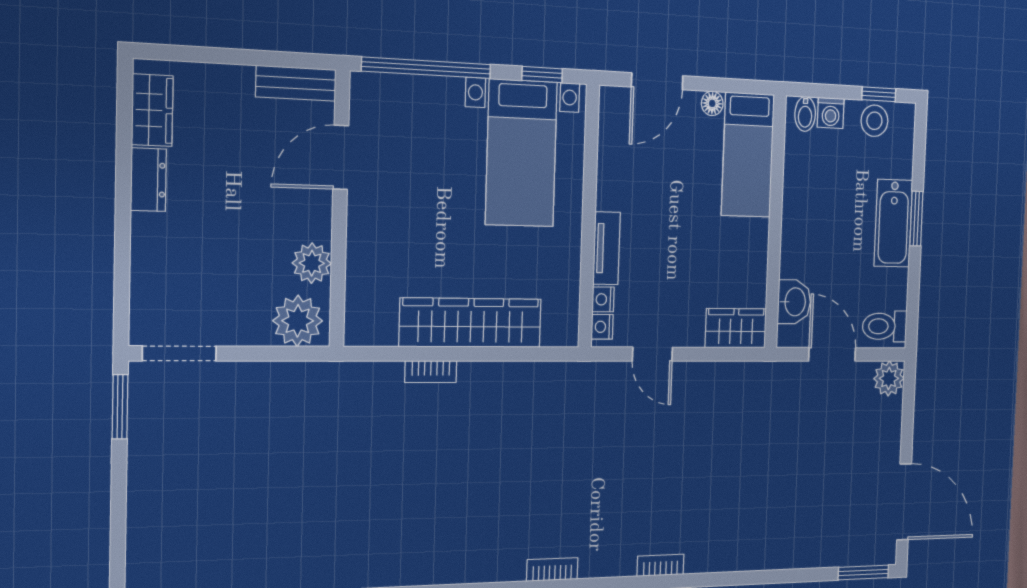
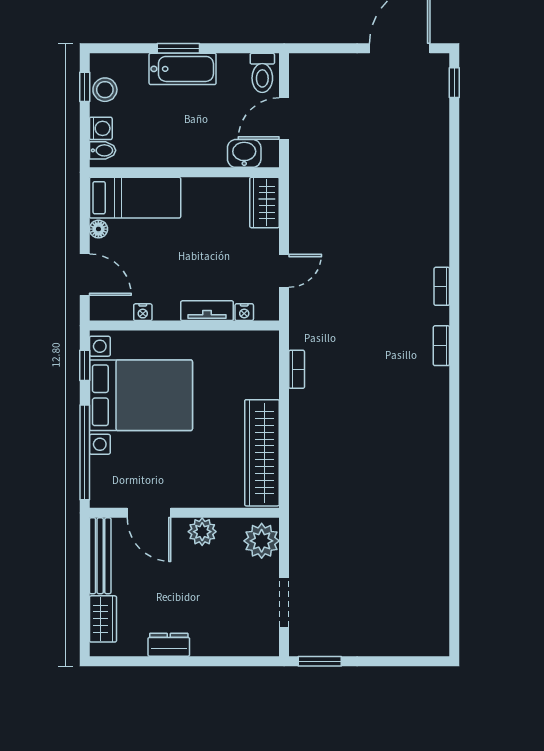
bench: (296, 83) -> (100, 556), width x1.36
wardrobe: (152, 110) -> (103, 619), moved, turned 90
bed with nightstands: (521, 153) -> (141, 395), width x1.36
plant: (312, 263) -> (202, 532), moved
wardrobe: (471, 323) -> (262, 453), moved
nightstand: (602, 327) -> (143, 312), moved
doorway: (179, 353) -> (284, 602), moved
bookcase: (431, 372) -> (297, 369), moved
plant: (889, 378) -> (303, 67), removed
bookcase: (661, 565) -> (442, 286), moved
window: (863, 573) -> (454, 83), width x0.67

